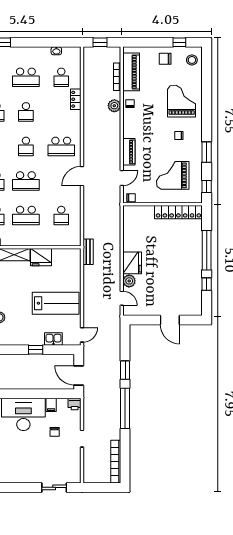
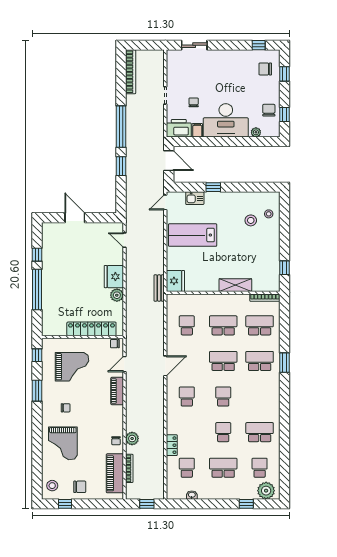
school desk: (61, 146) -> (187, 397), width x0.54
locker: (178, 212) -> (91, 329), moved
fridge: (41, 257) -> (175, 281), moved, turned 90
plant: (129, 281) -> (117, 295), moved
printer: (75, 404) -> (179, 128), width x1.87, depth x1.48

